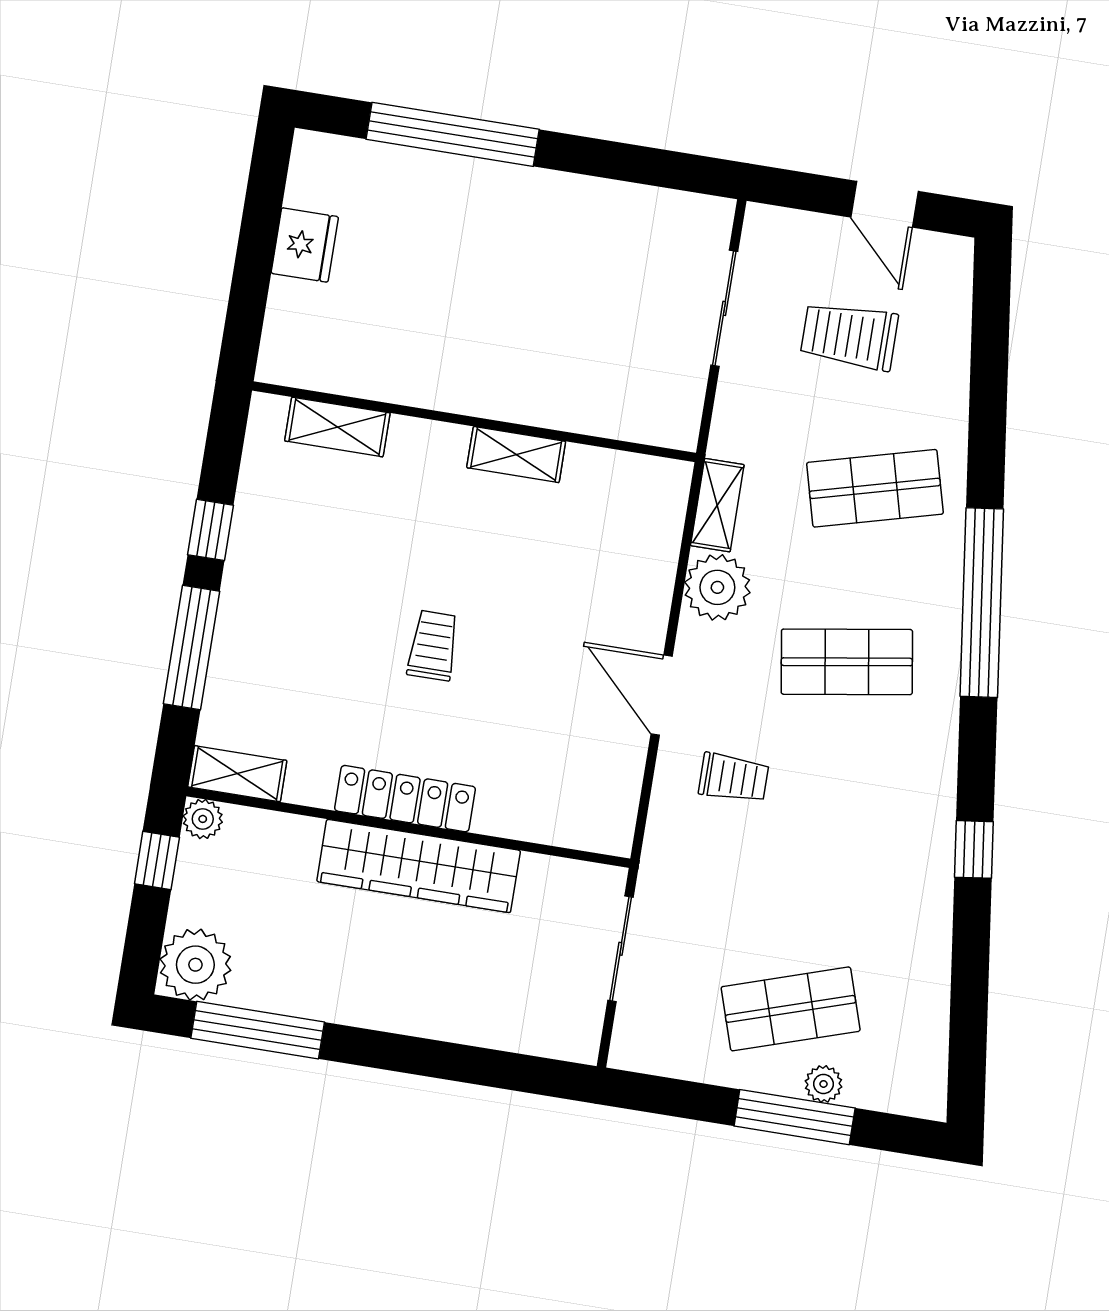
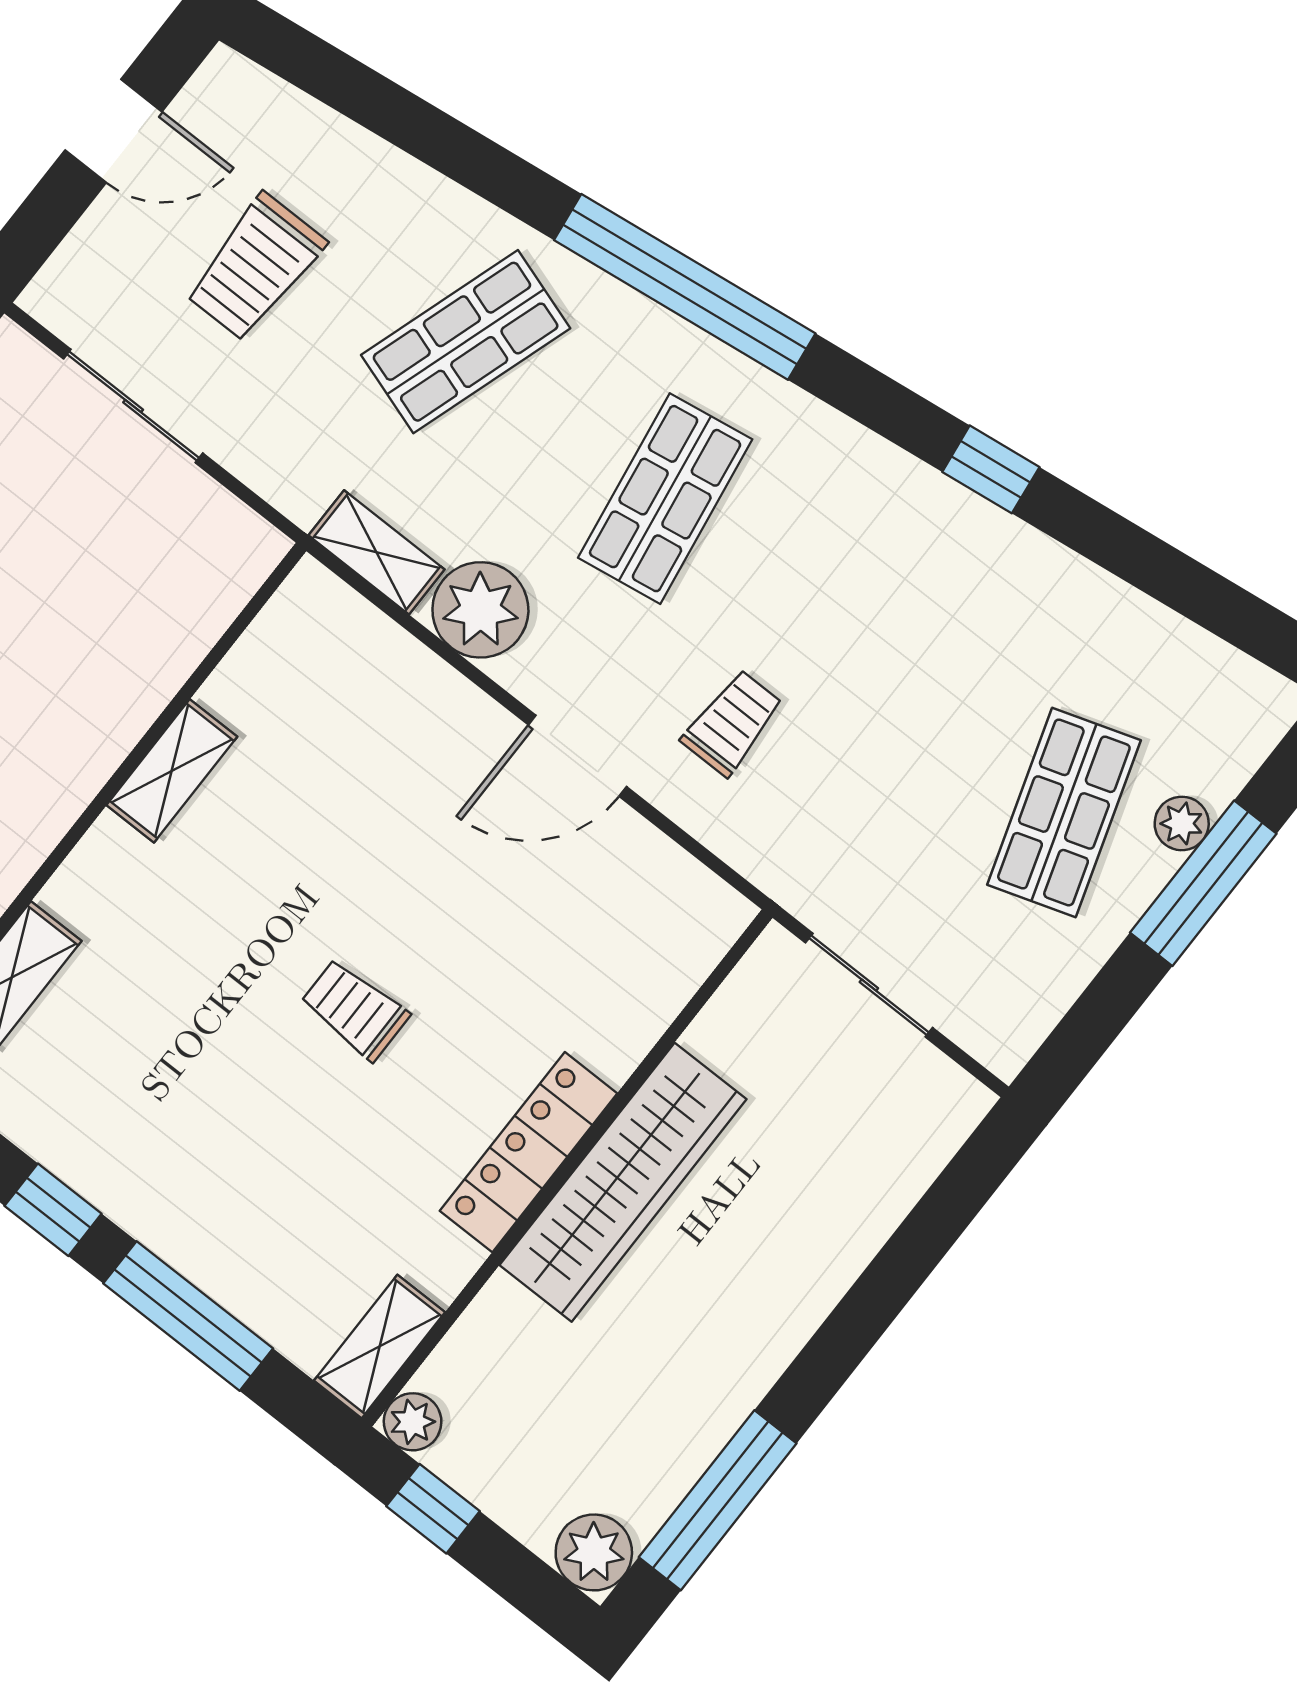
shop shelf: (875, 488) -> (466, 342), turned 33
plant: (195, 965) -> (594, 1552), width x0.73, depth x0.73

